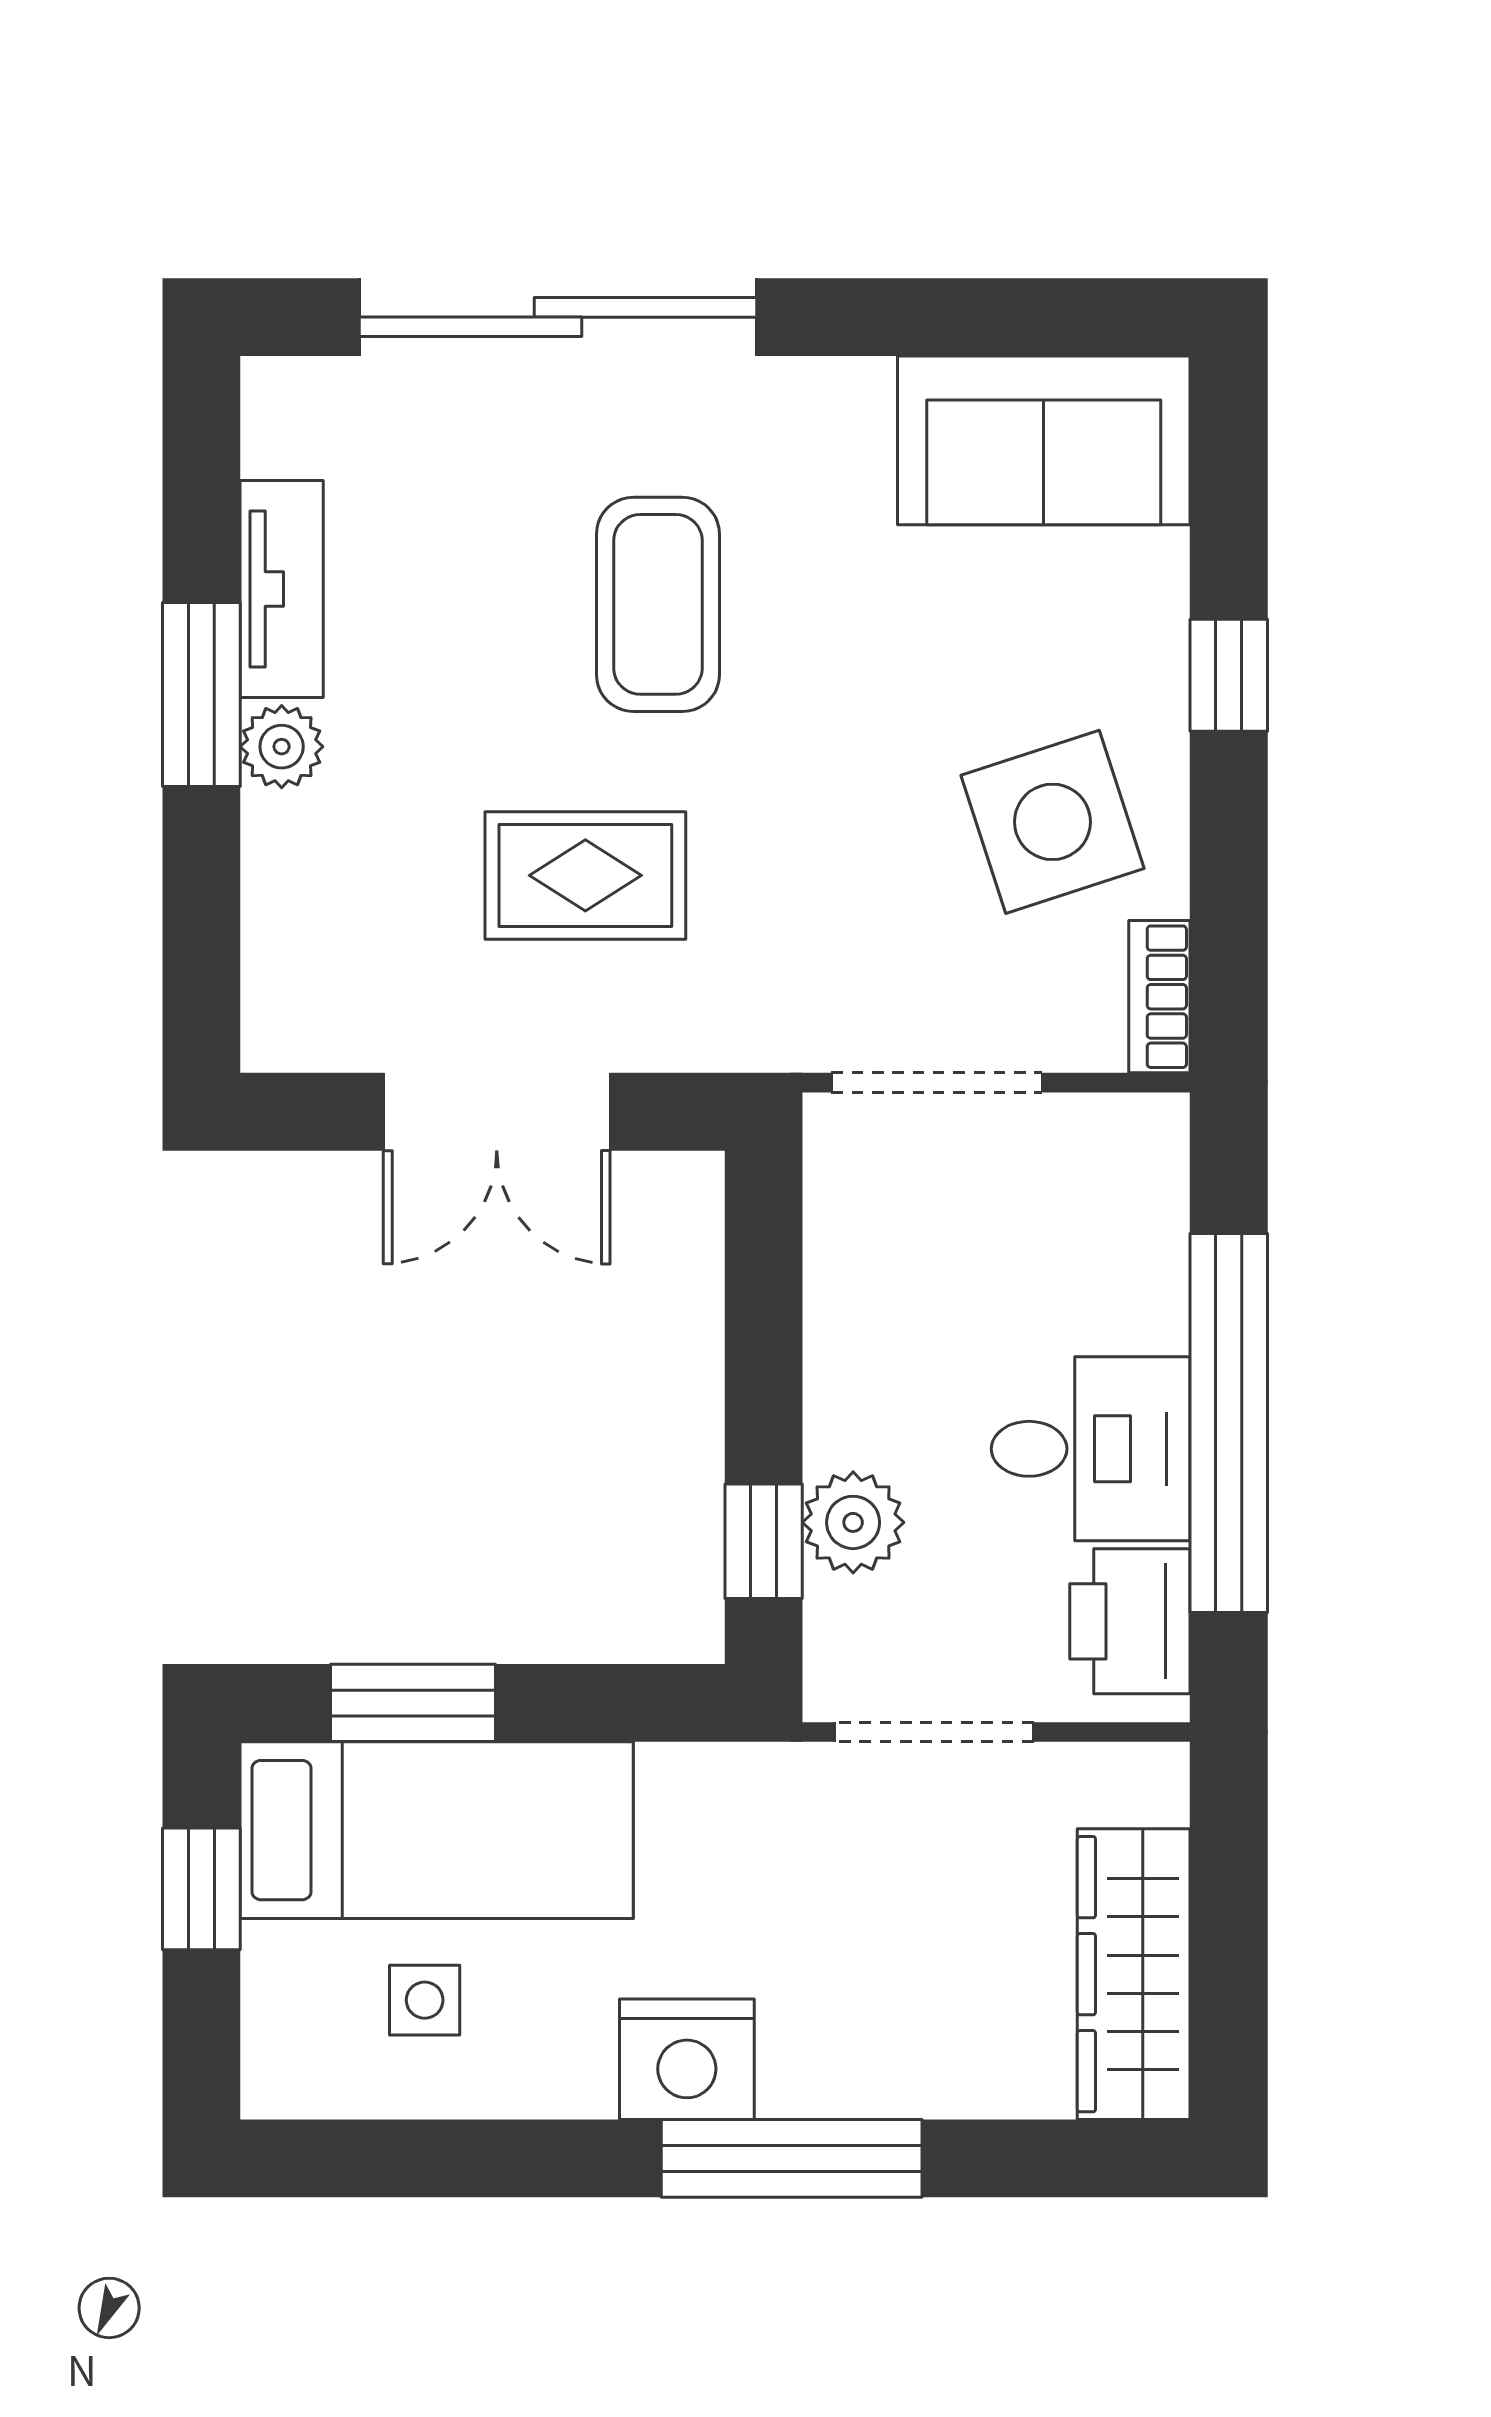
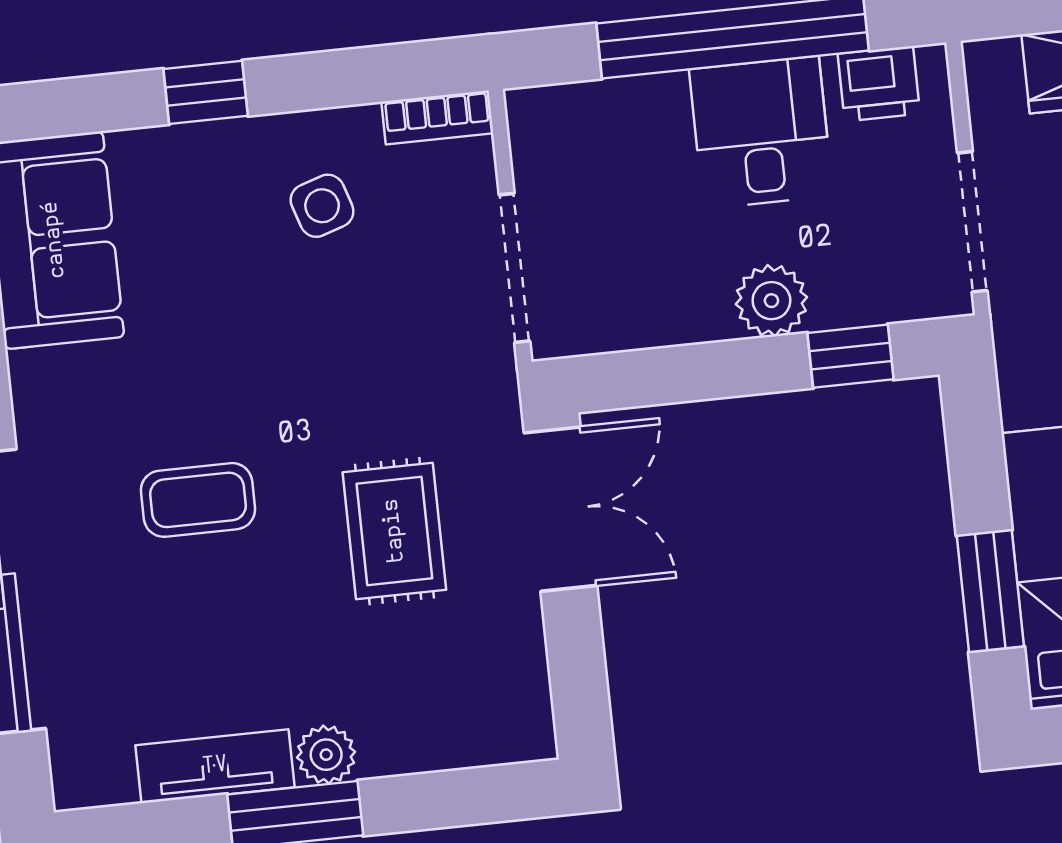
coffee table: (658, 604) -> (198, 500), width x0.73, depth x0.77
side table: (1052, 822) -> (322, 206), width x0.54, depth x0.54
double door: (497, 1112) -> (560, 509), moved
plant: (853, 1522) -> (771, 301), moved
printer: (1130, 1621) -> (879, 84), width x0.73, depth x0.81

